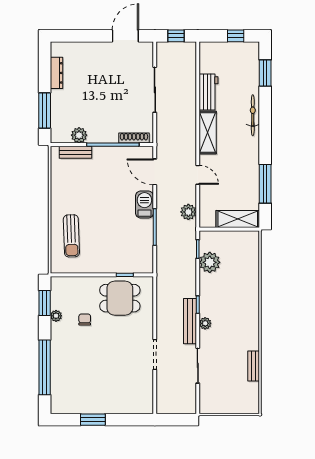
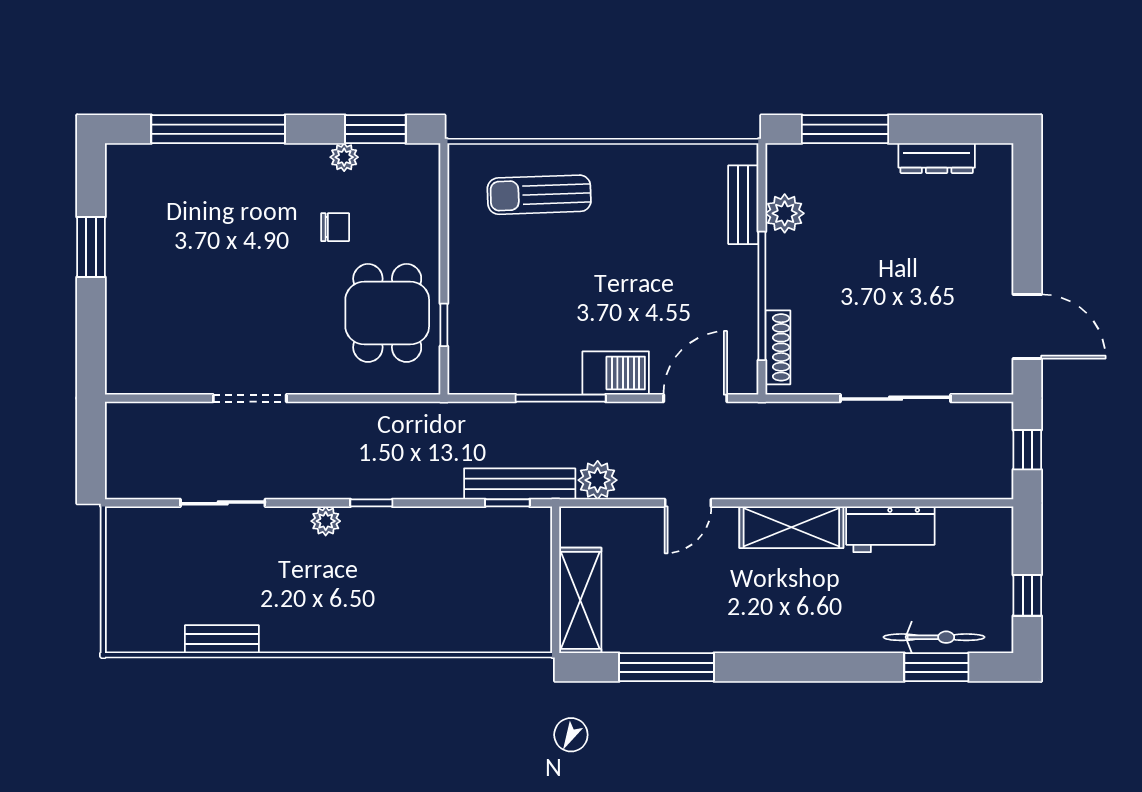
bicycle: (253, 115) -> (934, 637), moved
plant: (210, 262) -> (475, 532), removed
bench: (190, 321) -> (520, 484), moved

